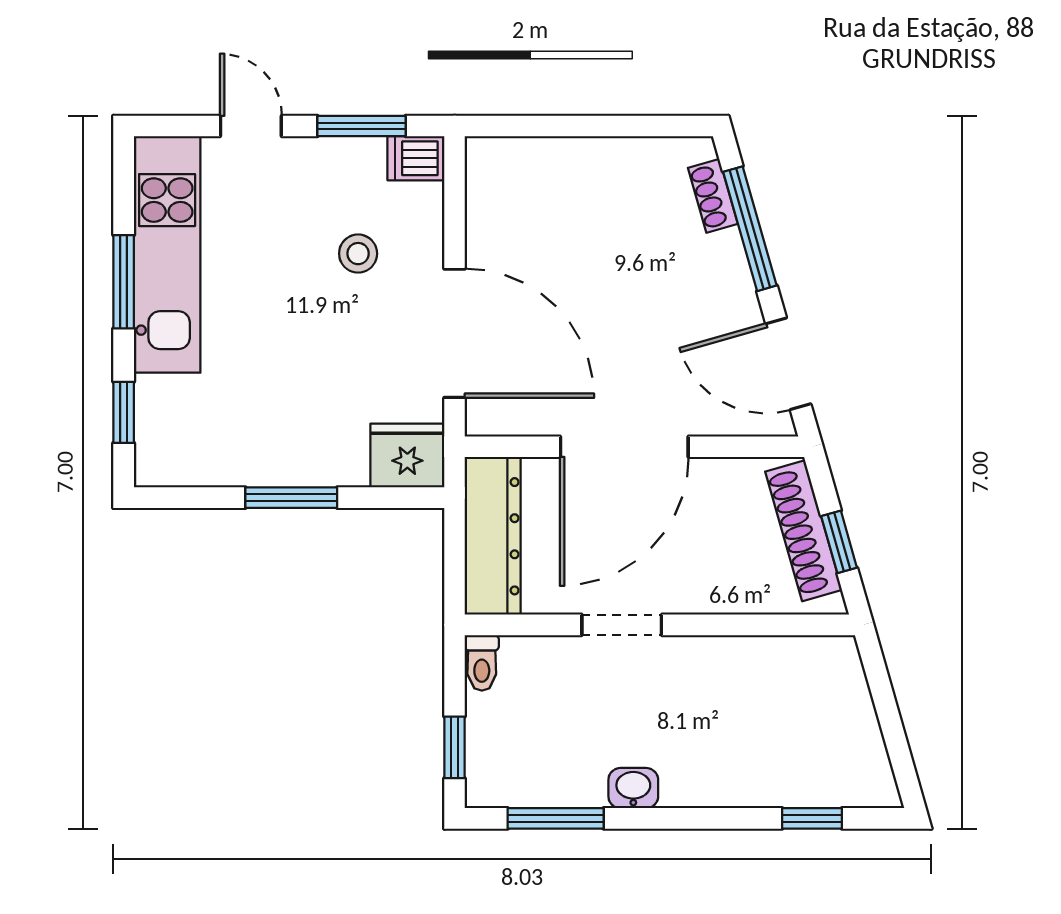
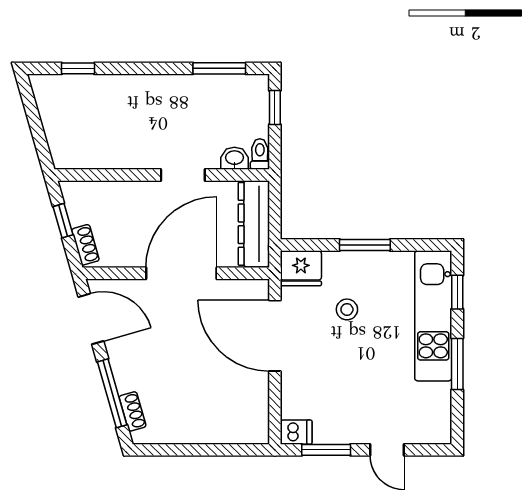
kitchen unit: (167, 254) -> (433, 316), moved
stool: (358, 254) -> (347, 309), moved
shoe rack: (804, 531) -> (85, 245), width x0.51, depth x0.81
washbasin: (633, 788) -> (234, 158), moved, turned 180

